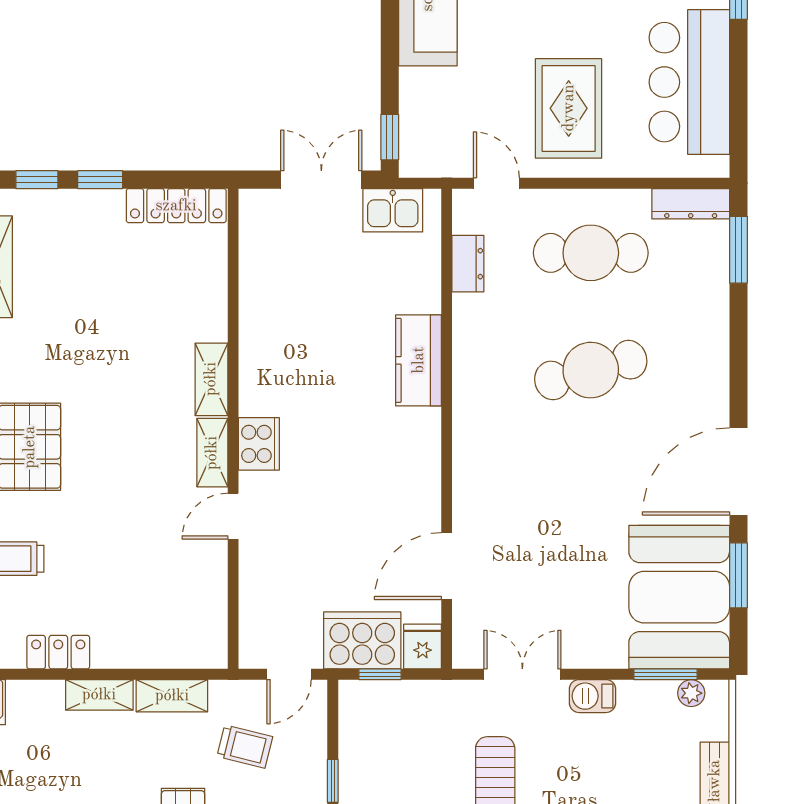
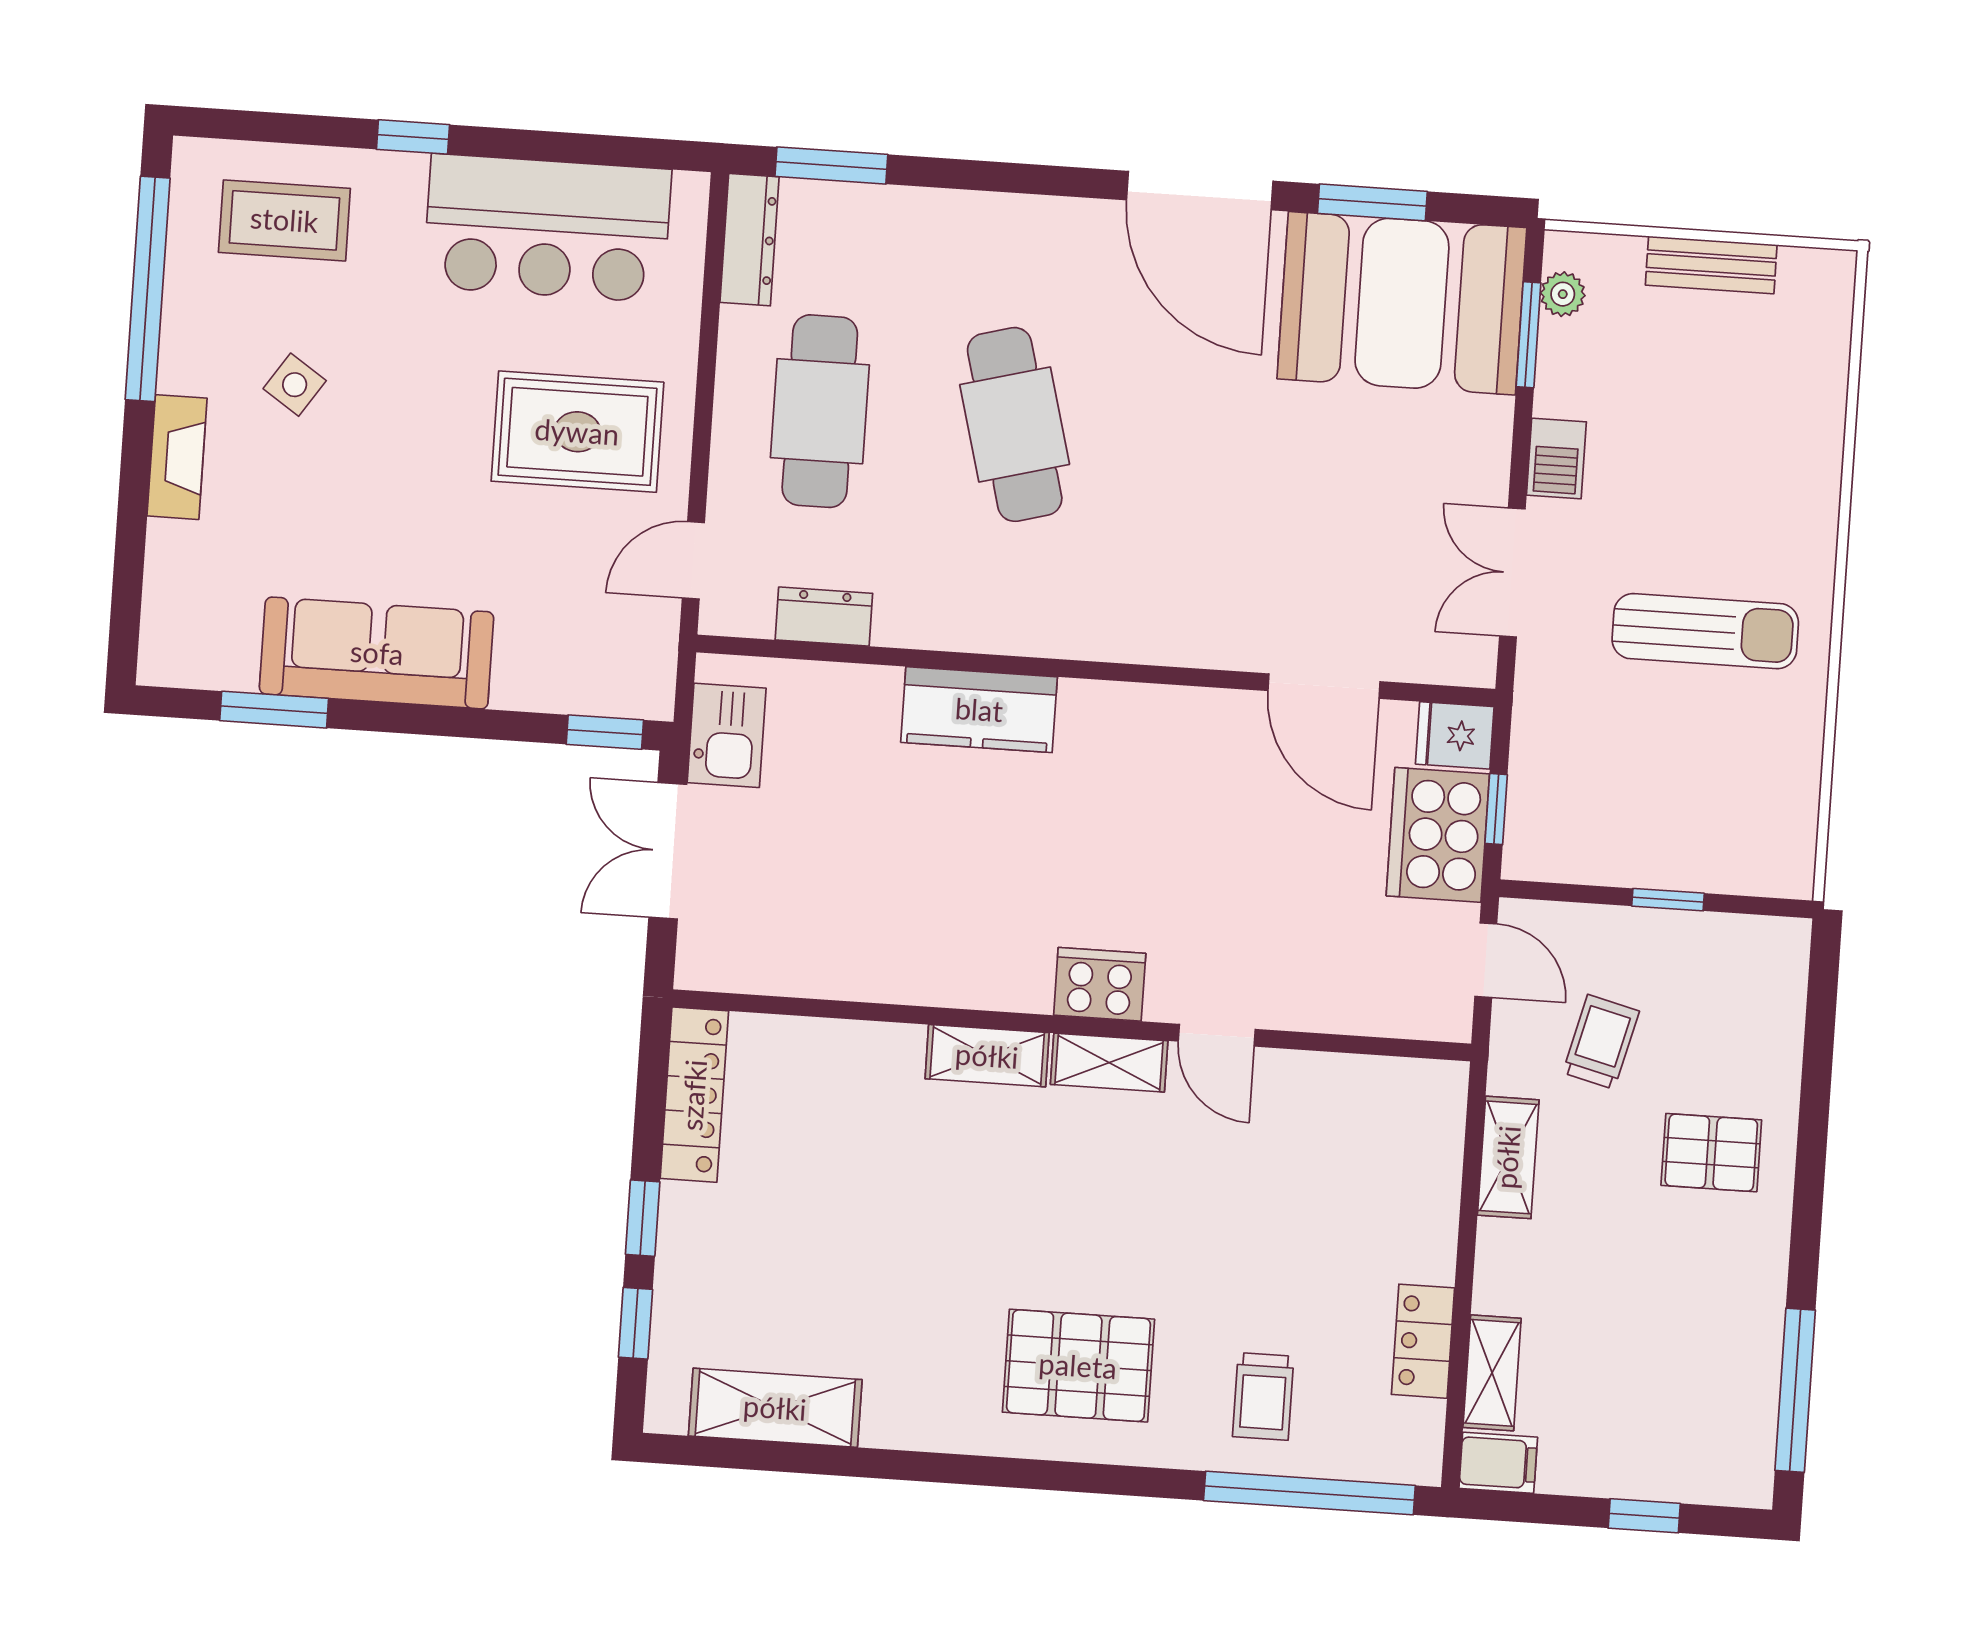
shelving: (99, 695) -> (1492, 1373), moved

